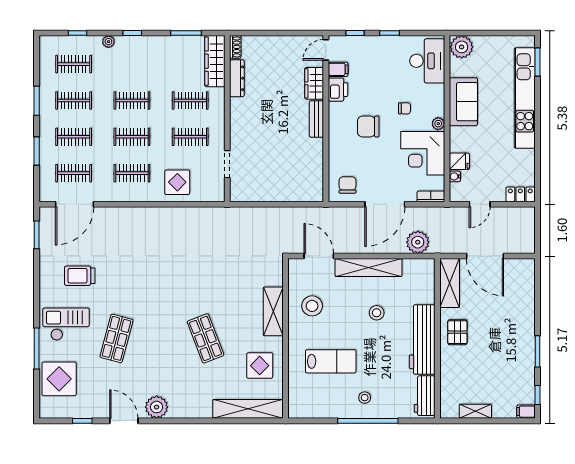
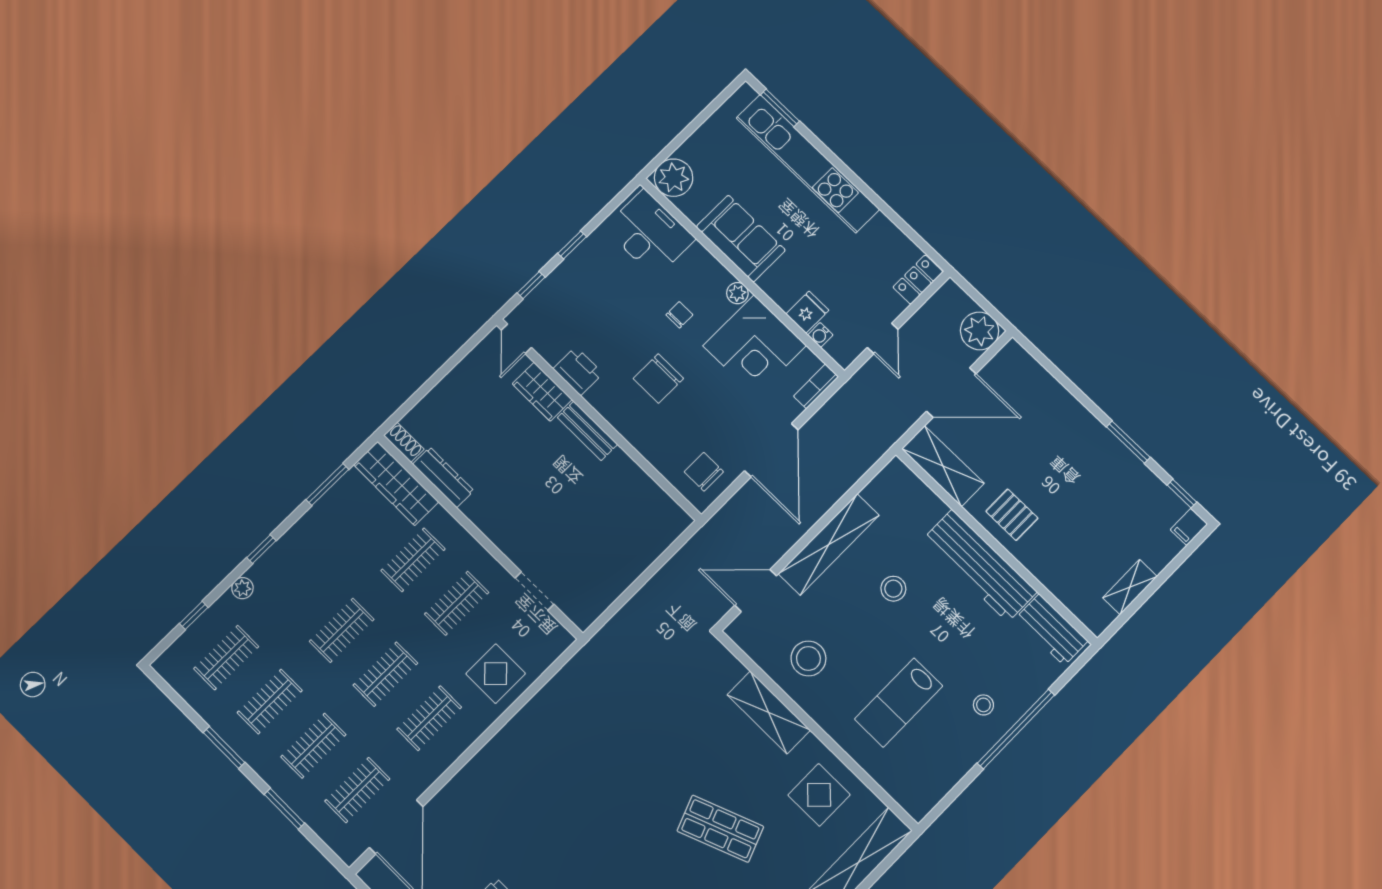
filing cabinet: (338, 69) -> (554, 347), removed
plant: (418, 242) -> (980, 331), moved
lab bench: (331, 361) -> (899, 703), turned 180

